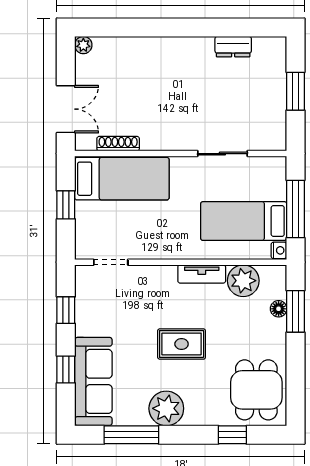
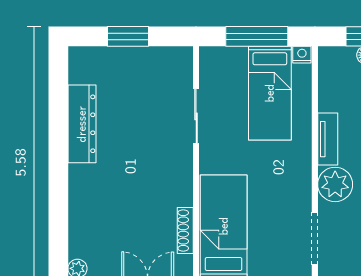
dresser: (233, 47) -> (82, 124), width x1.96, depth x1.24
doorway: (111, 262) -> (315, 239), width x1.38
plant: (243, 281) -> (335, 184), moved

